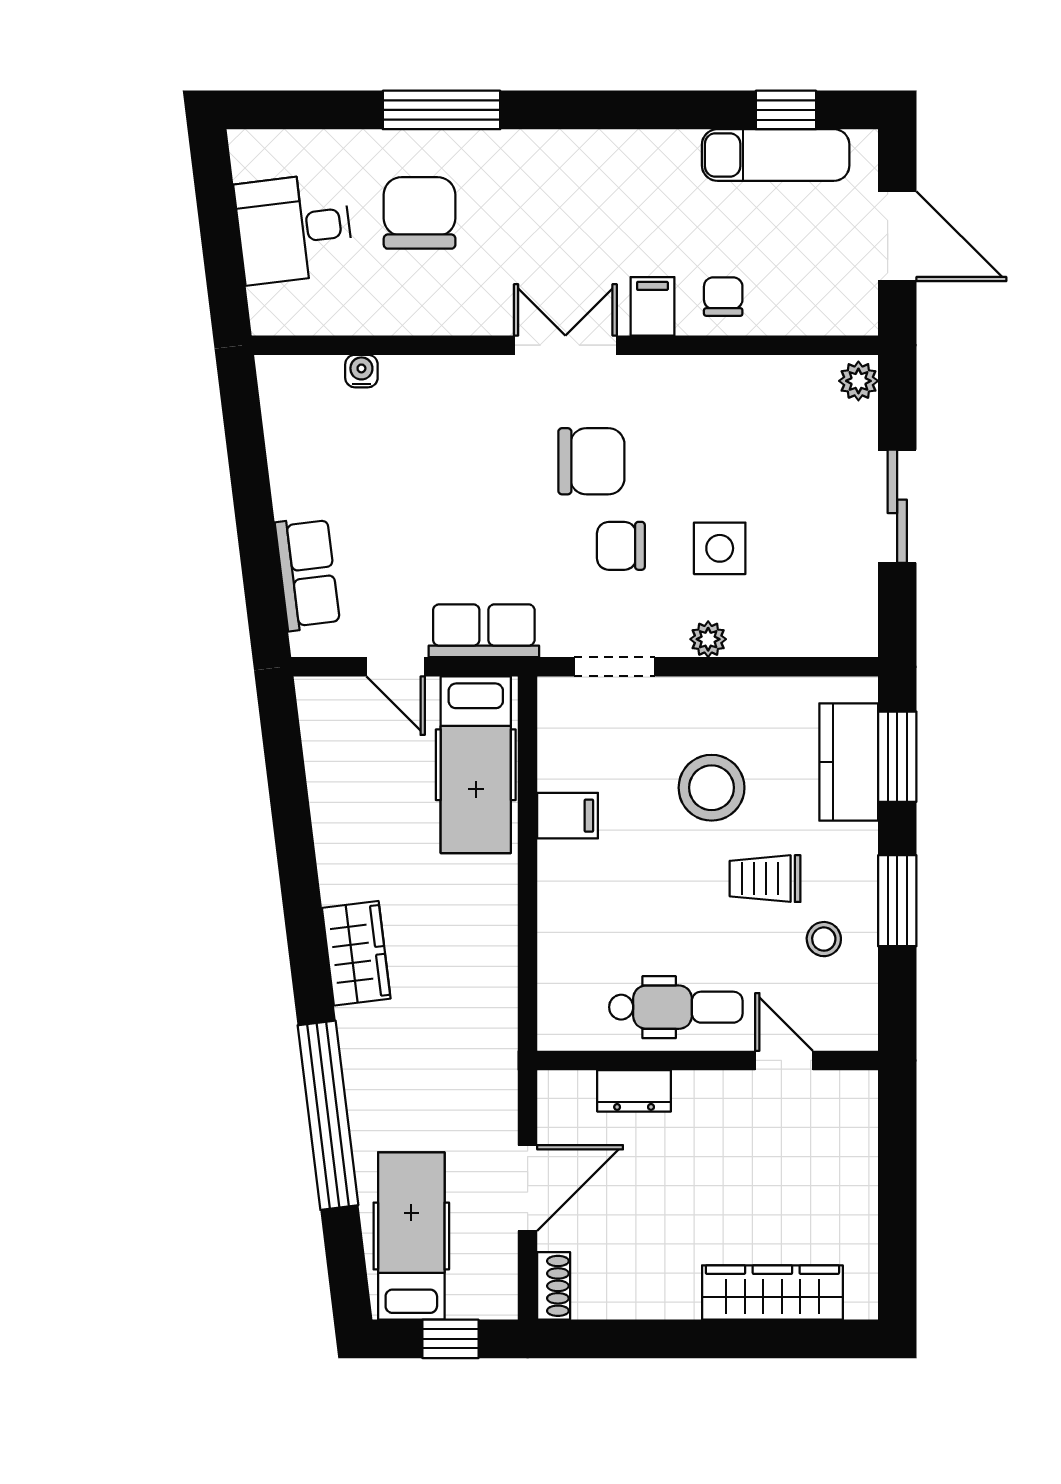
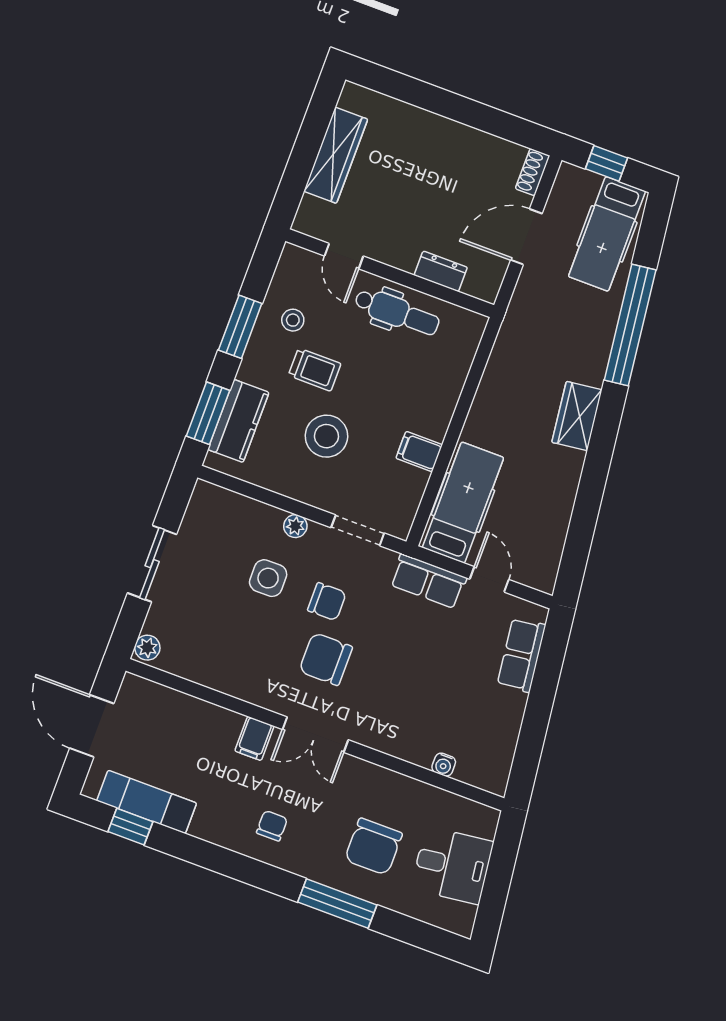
chair: (723, 297) -> (272, 826), moved, turned 180
dental chair: (676, 1007) -> (397, 312), turned 180
wardrobe: (772, 1292) -> (336, 155), moved, turned -90

